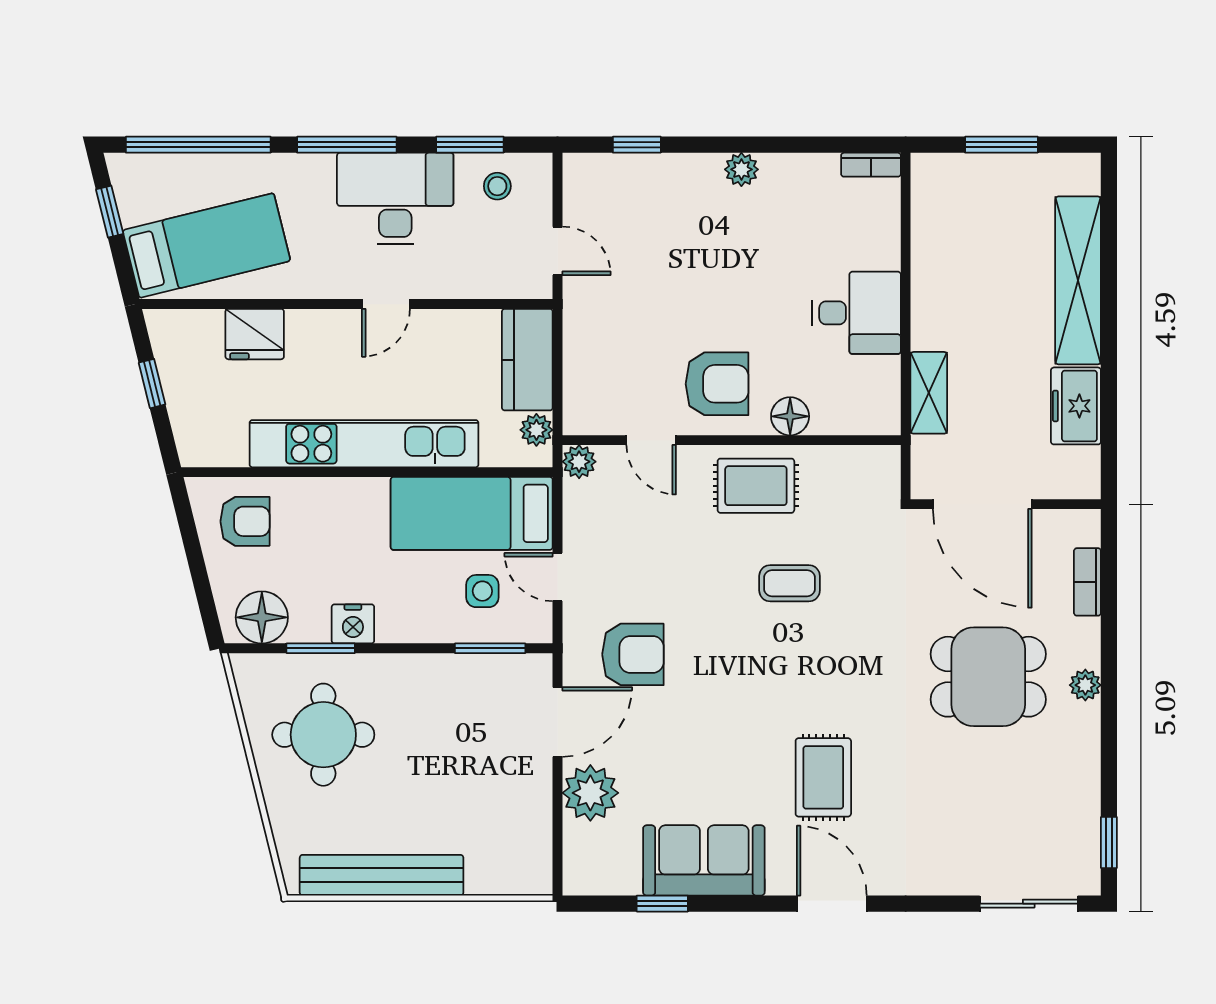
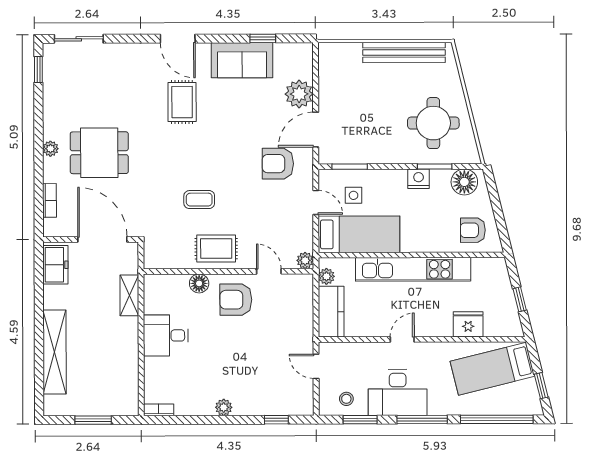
freezer: (1076, 406) -> (55, 265), moved

